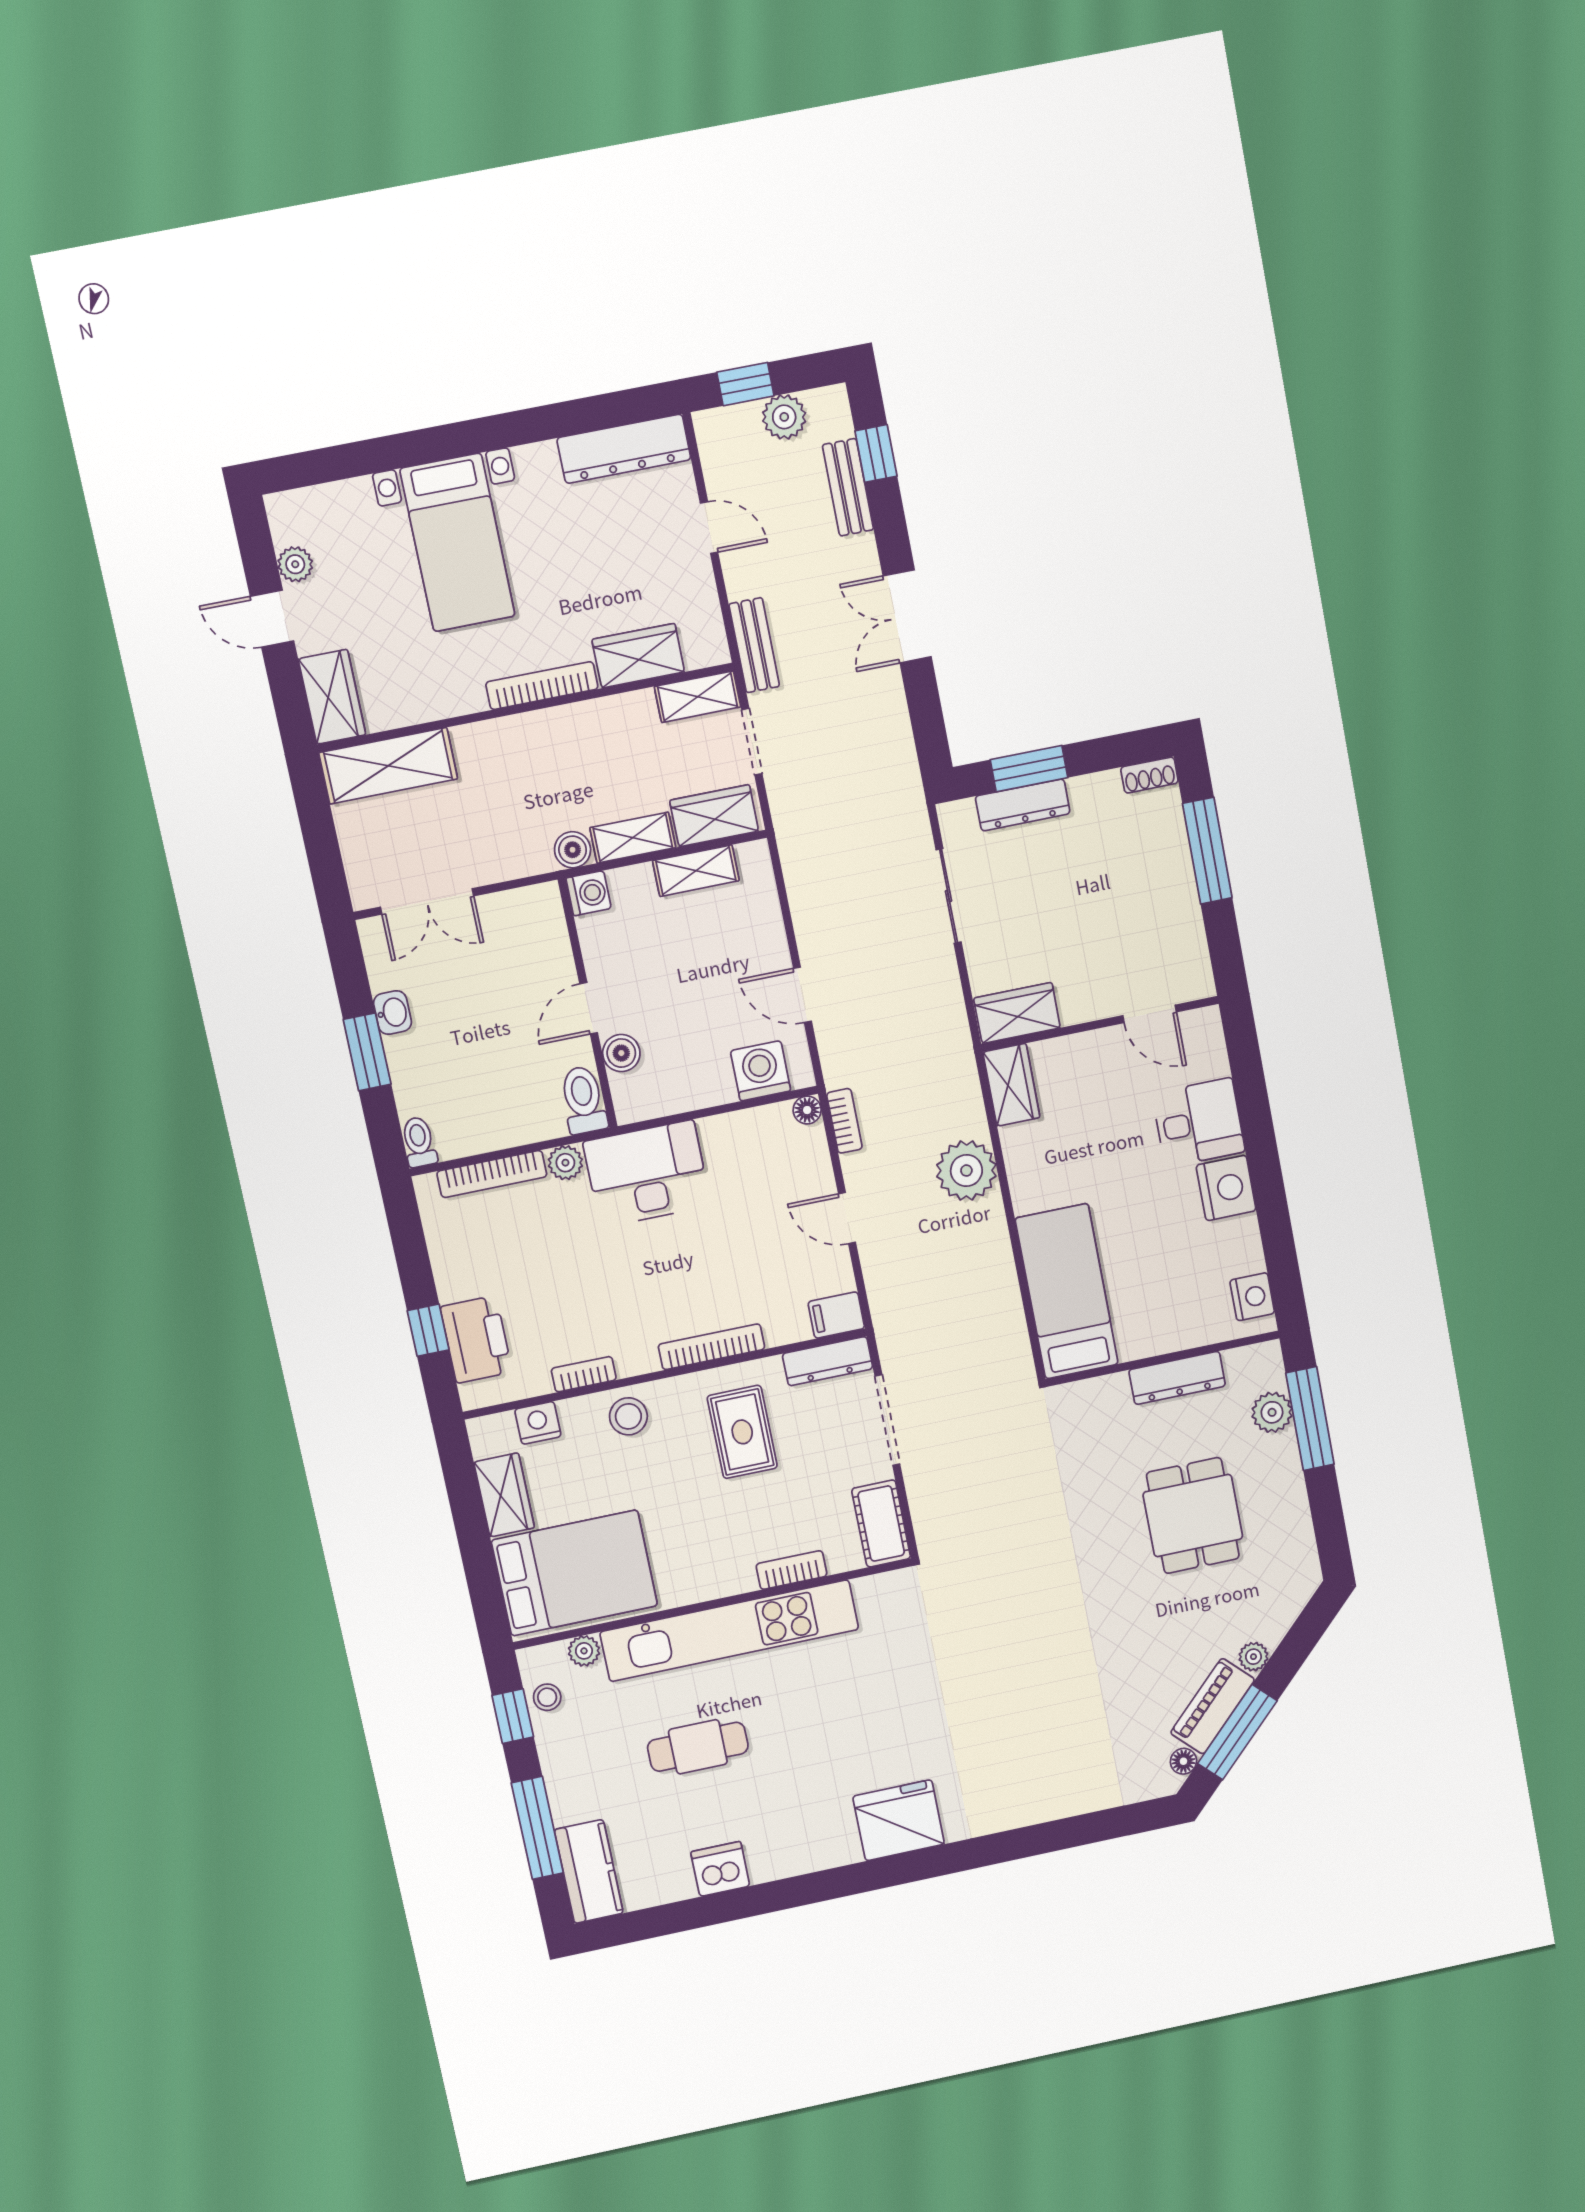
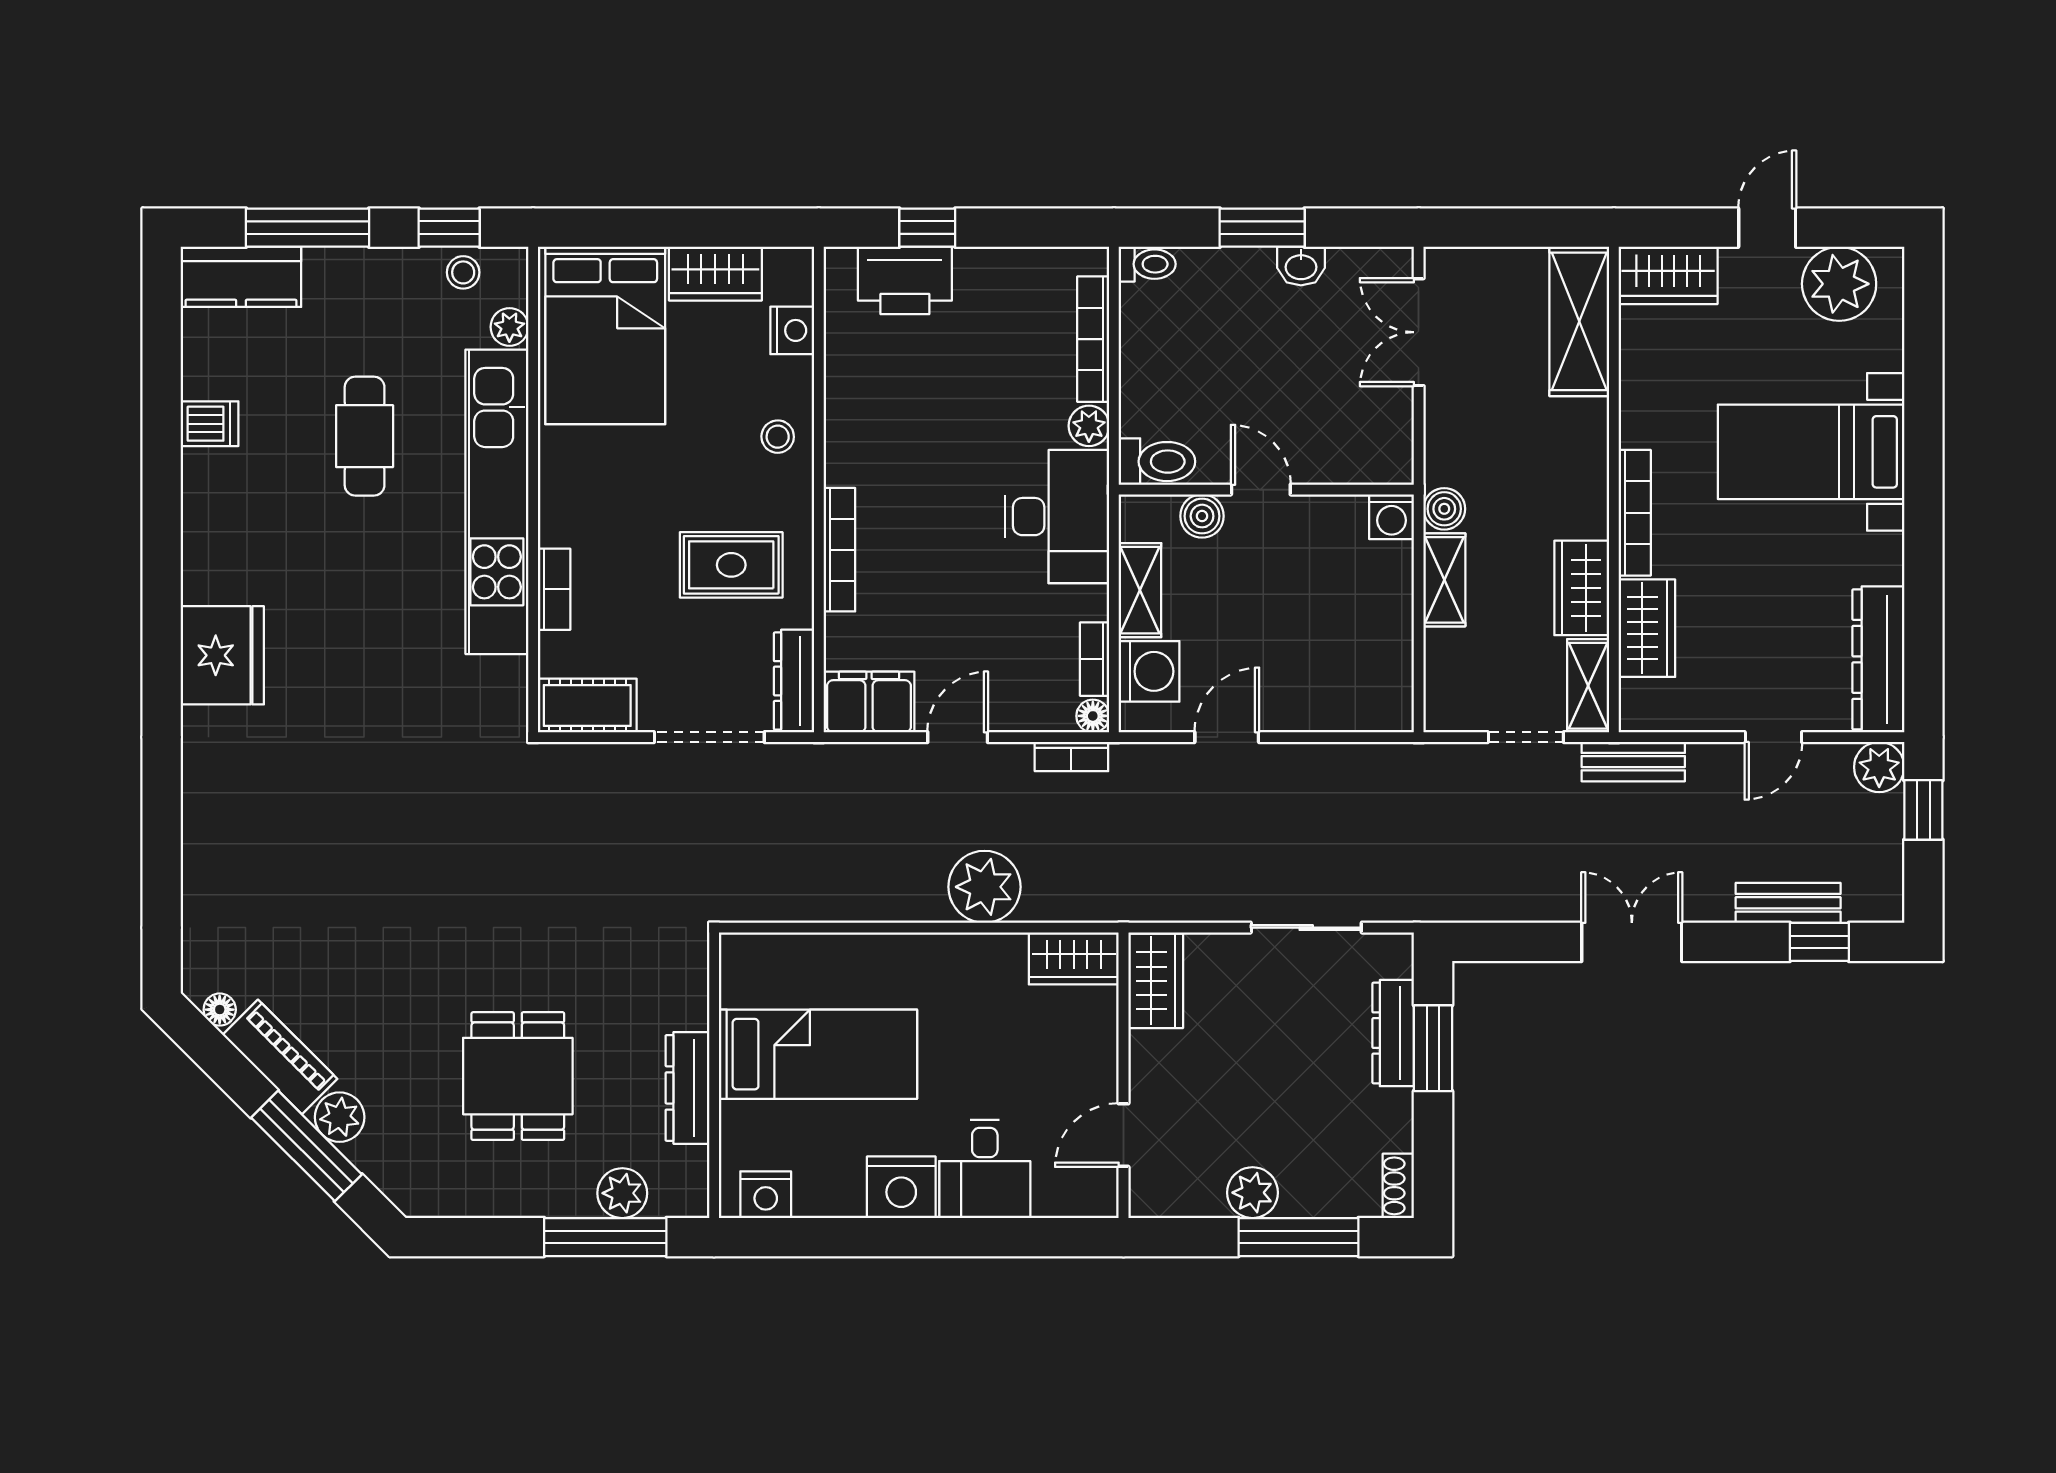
plant: (784, 417) -> (1879, 767), moved
plant: (295, 564) -> (1839, 284), width x1.88, depth x1.88
wardrobe: (714, 816) -> (1582, 588), moved, turned 180
shelving: (696, 871) -> (1140, 590), moved
plant: (1177, 897) -> (1253, 1193), added
bed: (1067, 1291) -> (818, 1054), moved
filing cabinet: (836, 1315) -> (869, 702), width x2.00
bookcase: (584, 1374) -> (1095, 659), moved, turned 180
stool: (628, 1416) -> (778, 437), width x0.73, depth x0.73
dining table: (1193, 1516) -> (518, 1076), turned 90
plant: (1253, 1657) -> (340, 1117), width x1.38, depth x1.38
window: (1237, 1732) -> (306, 1146), moved
dishwasher: (720, 1869) -> (210, 424), width x0.73

